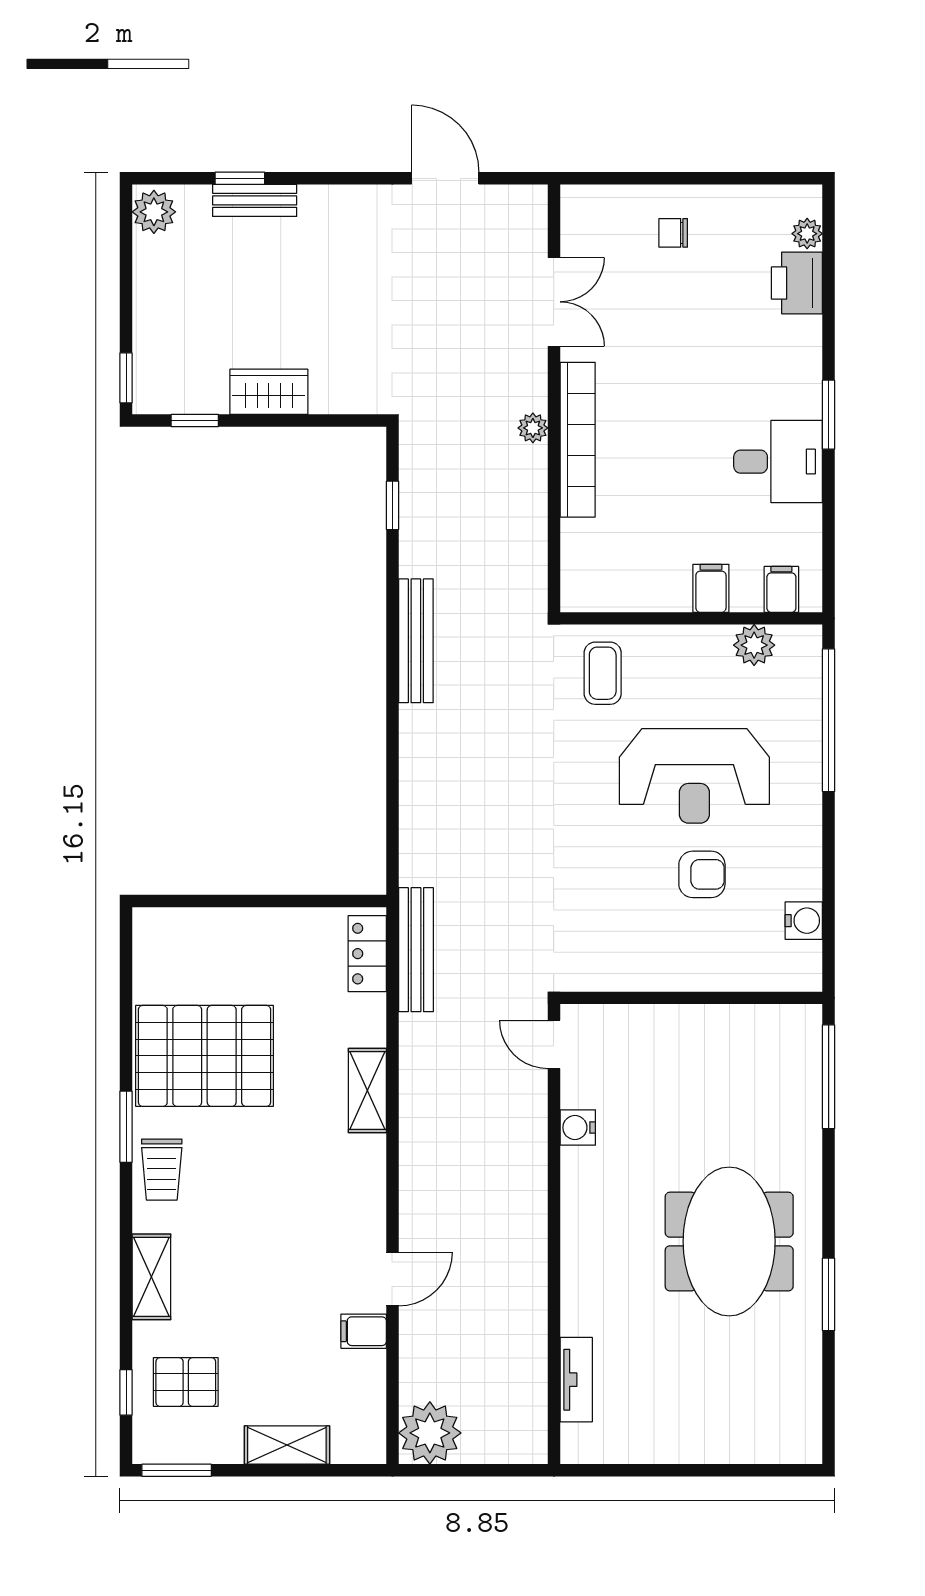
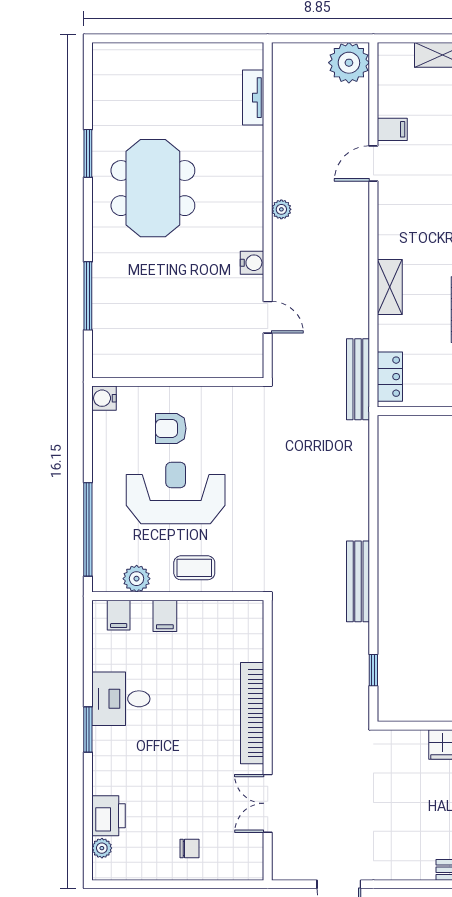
plant: (533, 428) -> (281, 209), moved
coffee table: (603, 673) -> (194, 568), moved, turned 90
wall: (691, 998) -> (178, 382), moved

